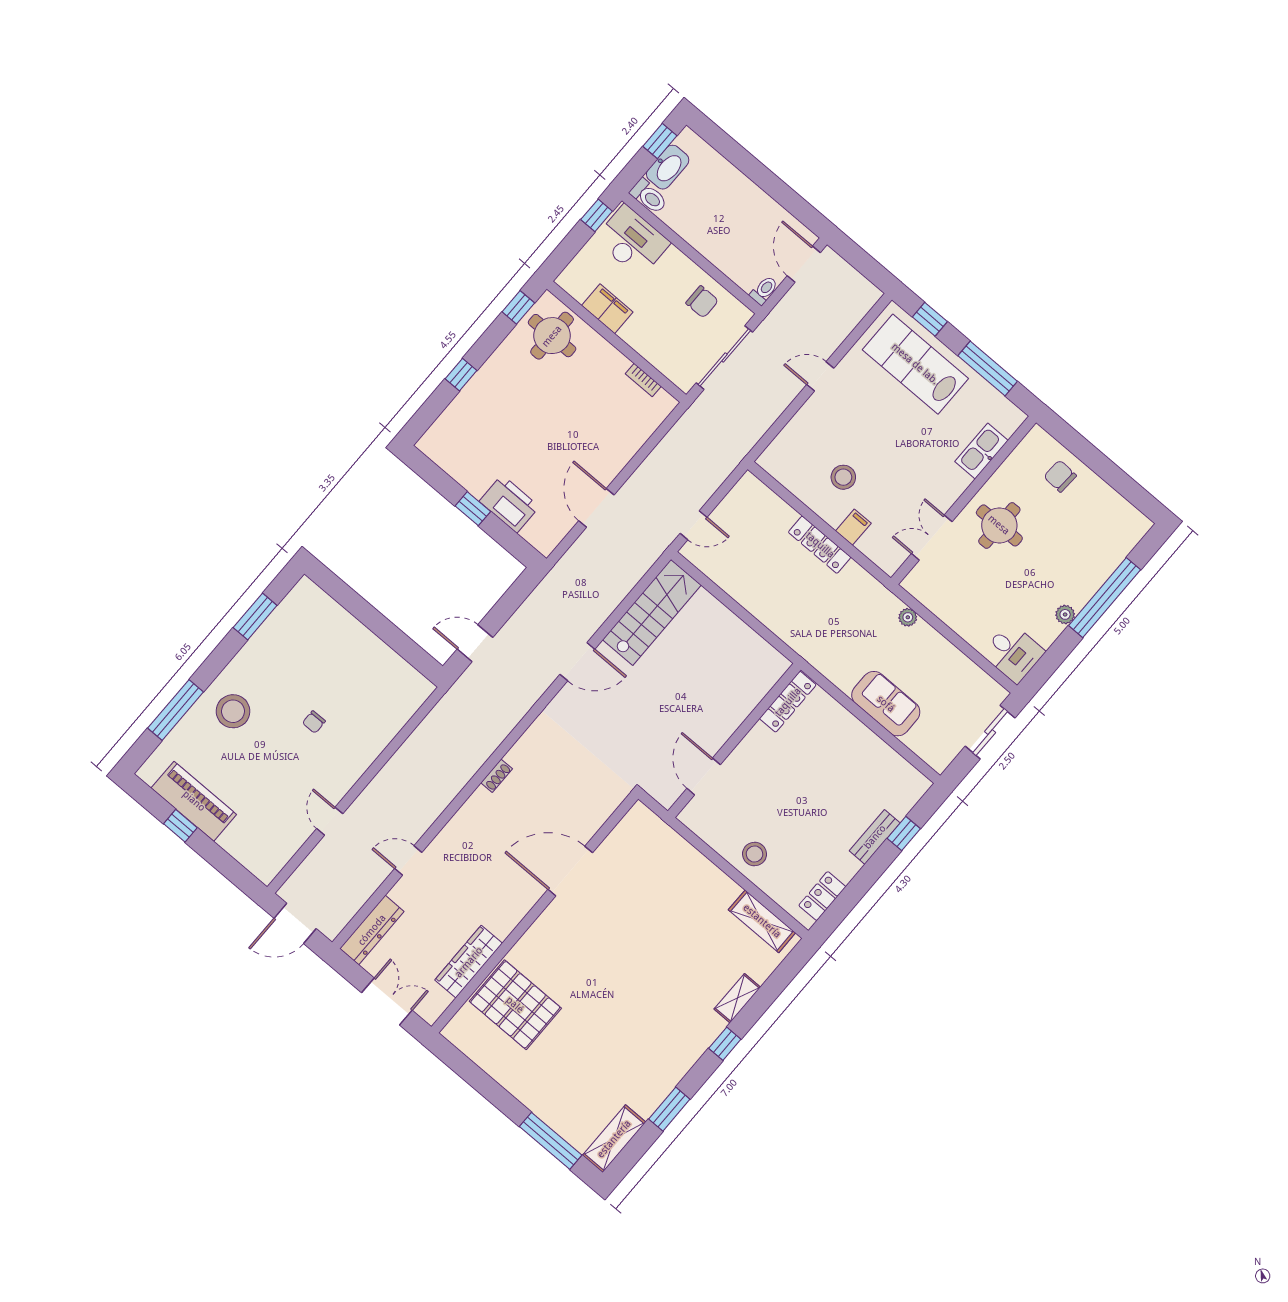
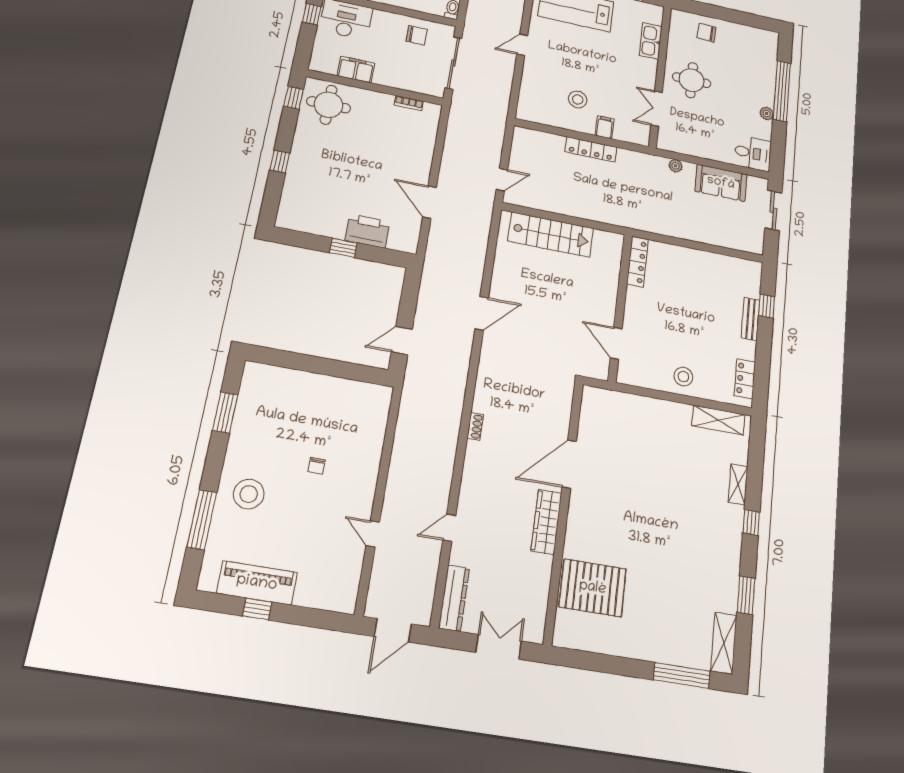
stairs: (652, 612) -> (551, 235), moved, turned 90
sofa: (886, 704) -> (721, 183), moved, turned 180
wardrobe: (469, 962) -> (546, 522), moved

